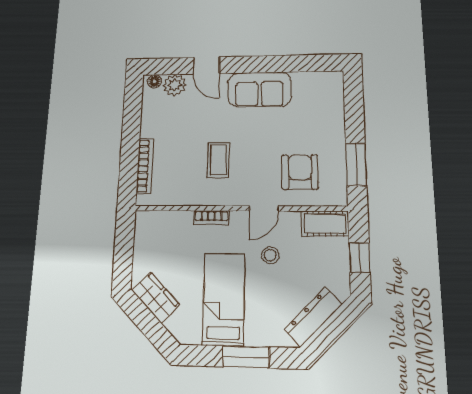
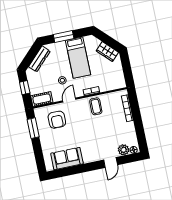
door: (207, 66) -> (111, 162), swing flipped
sofa: (259, 89) -> (67, 159), moved
coffee table: (218, 160) -> (96, 106), moved

